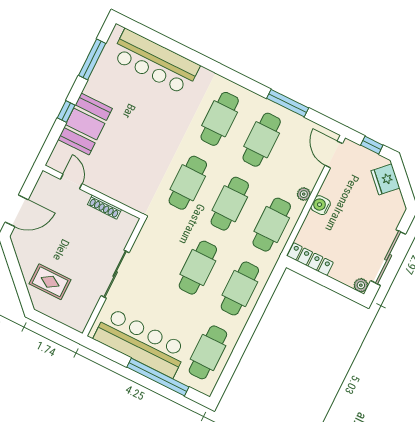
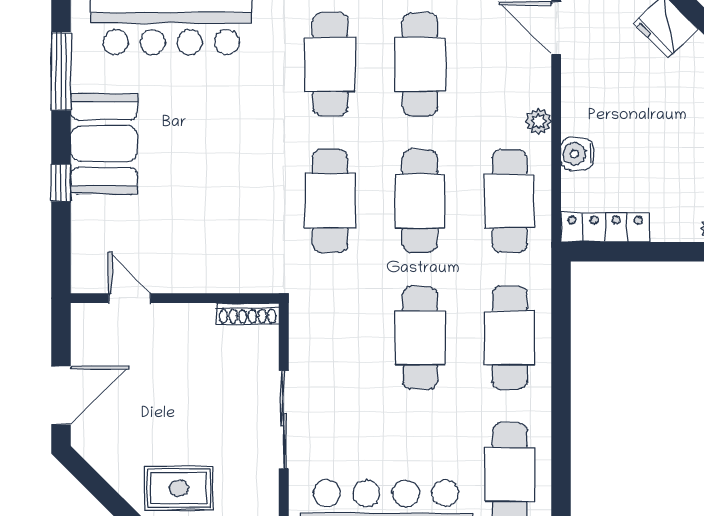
booth: (85, 124) -> (104, 144), moved
water cooler: (321, 205) -> (577, 154), moved
shoe rack: (104, 207) -> (247, 314), moved

